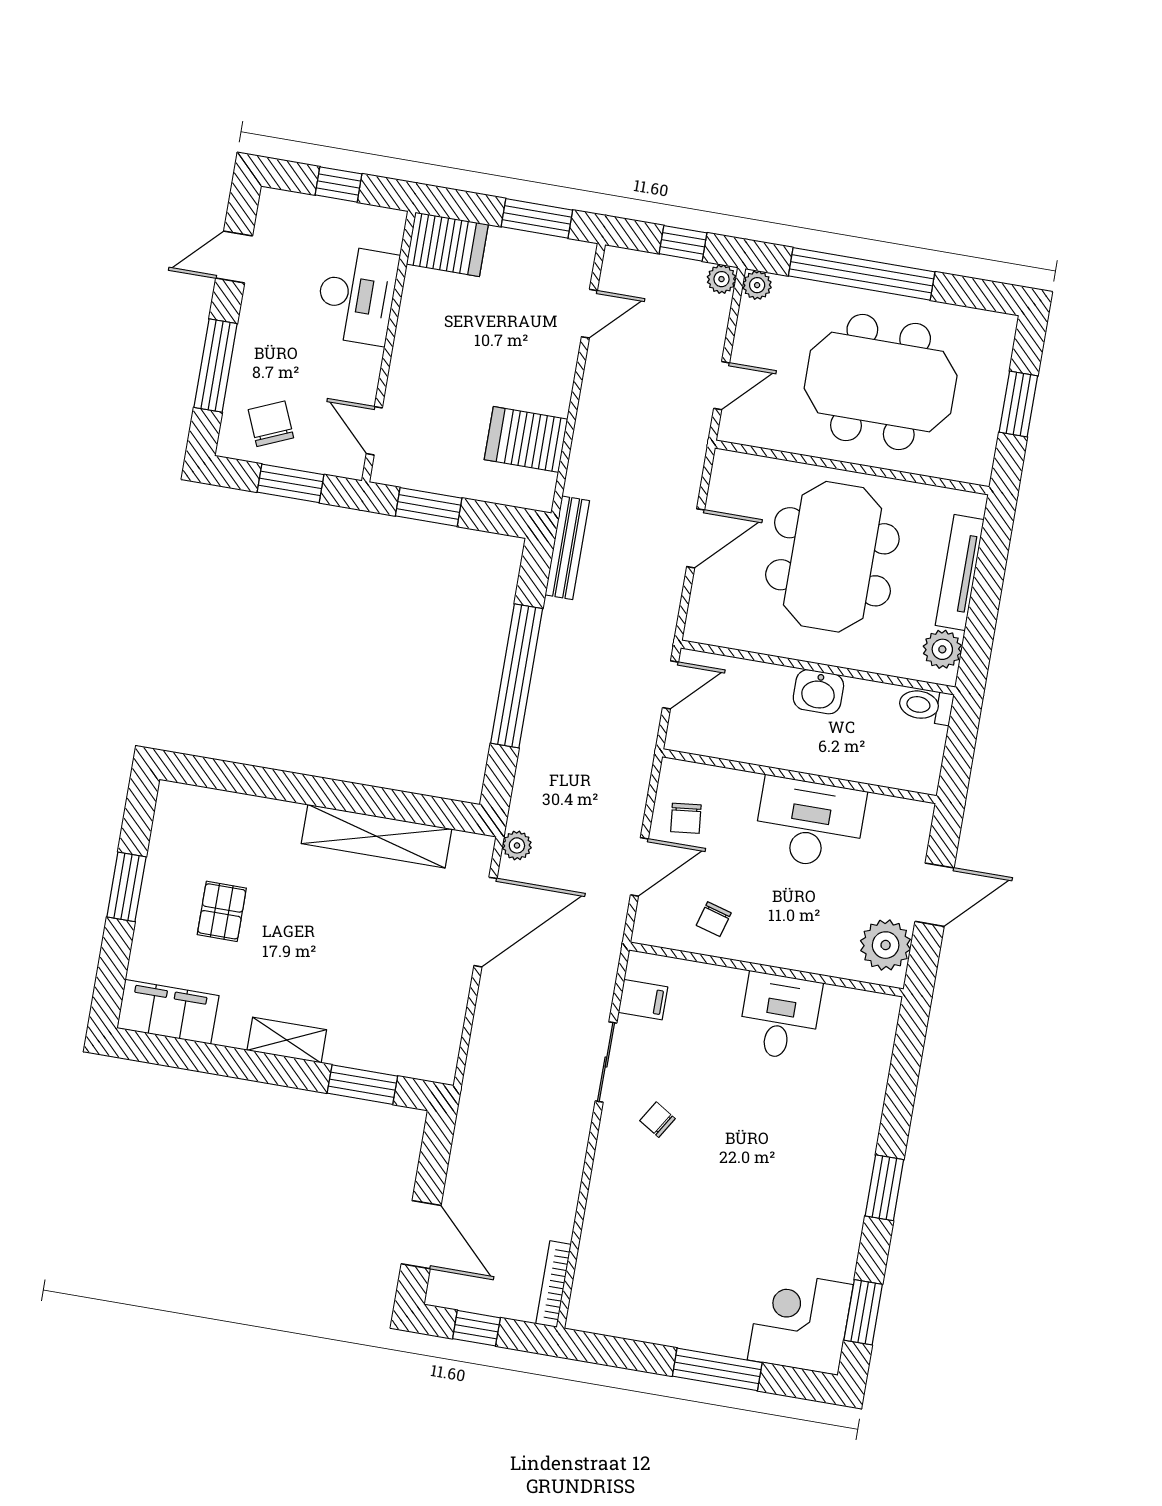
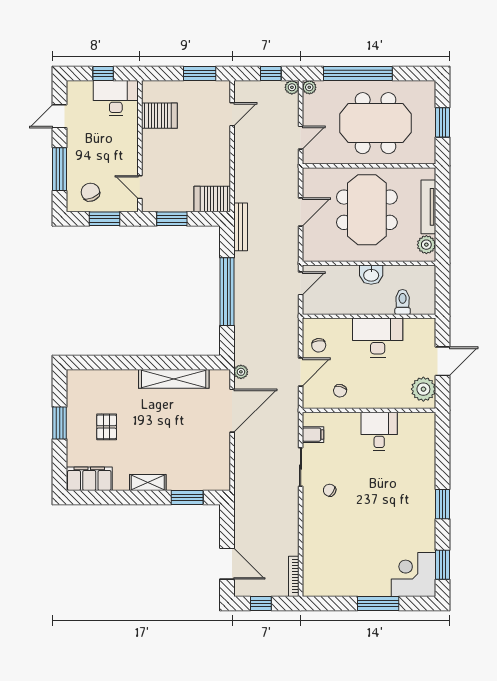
server rack: (447, 244) -> (159, 116), moved
desk: (357, 295) -> (116, 98), moved, turned -90
server rack: (526, 439) -> (212, 199), moved
toilet: (926, 706) -> (403, 302), moved, turned 90

